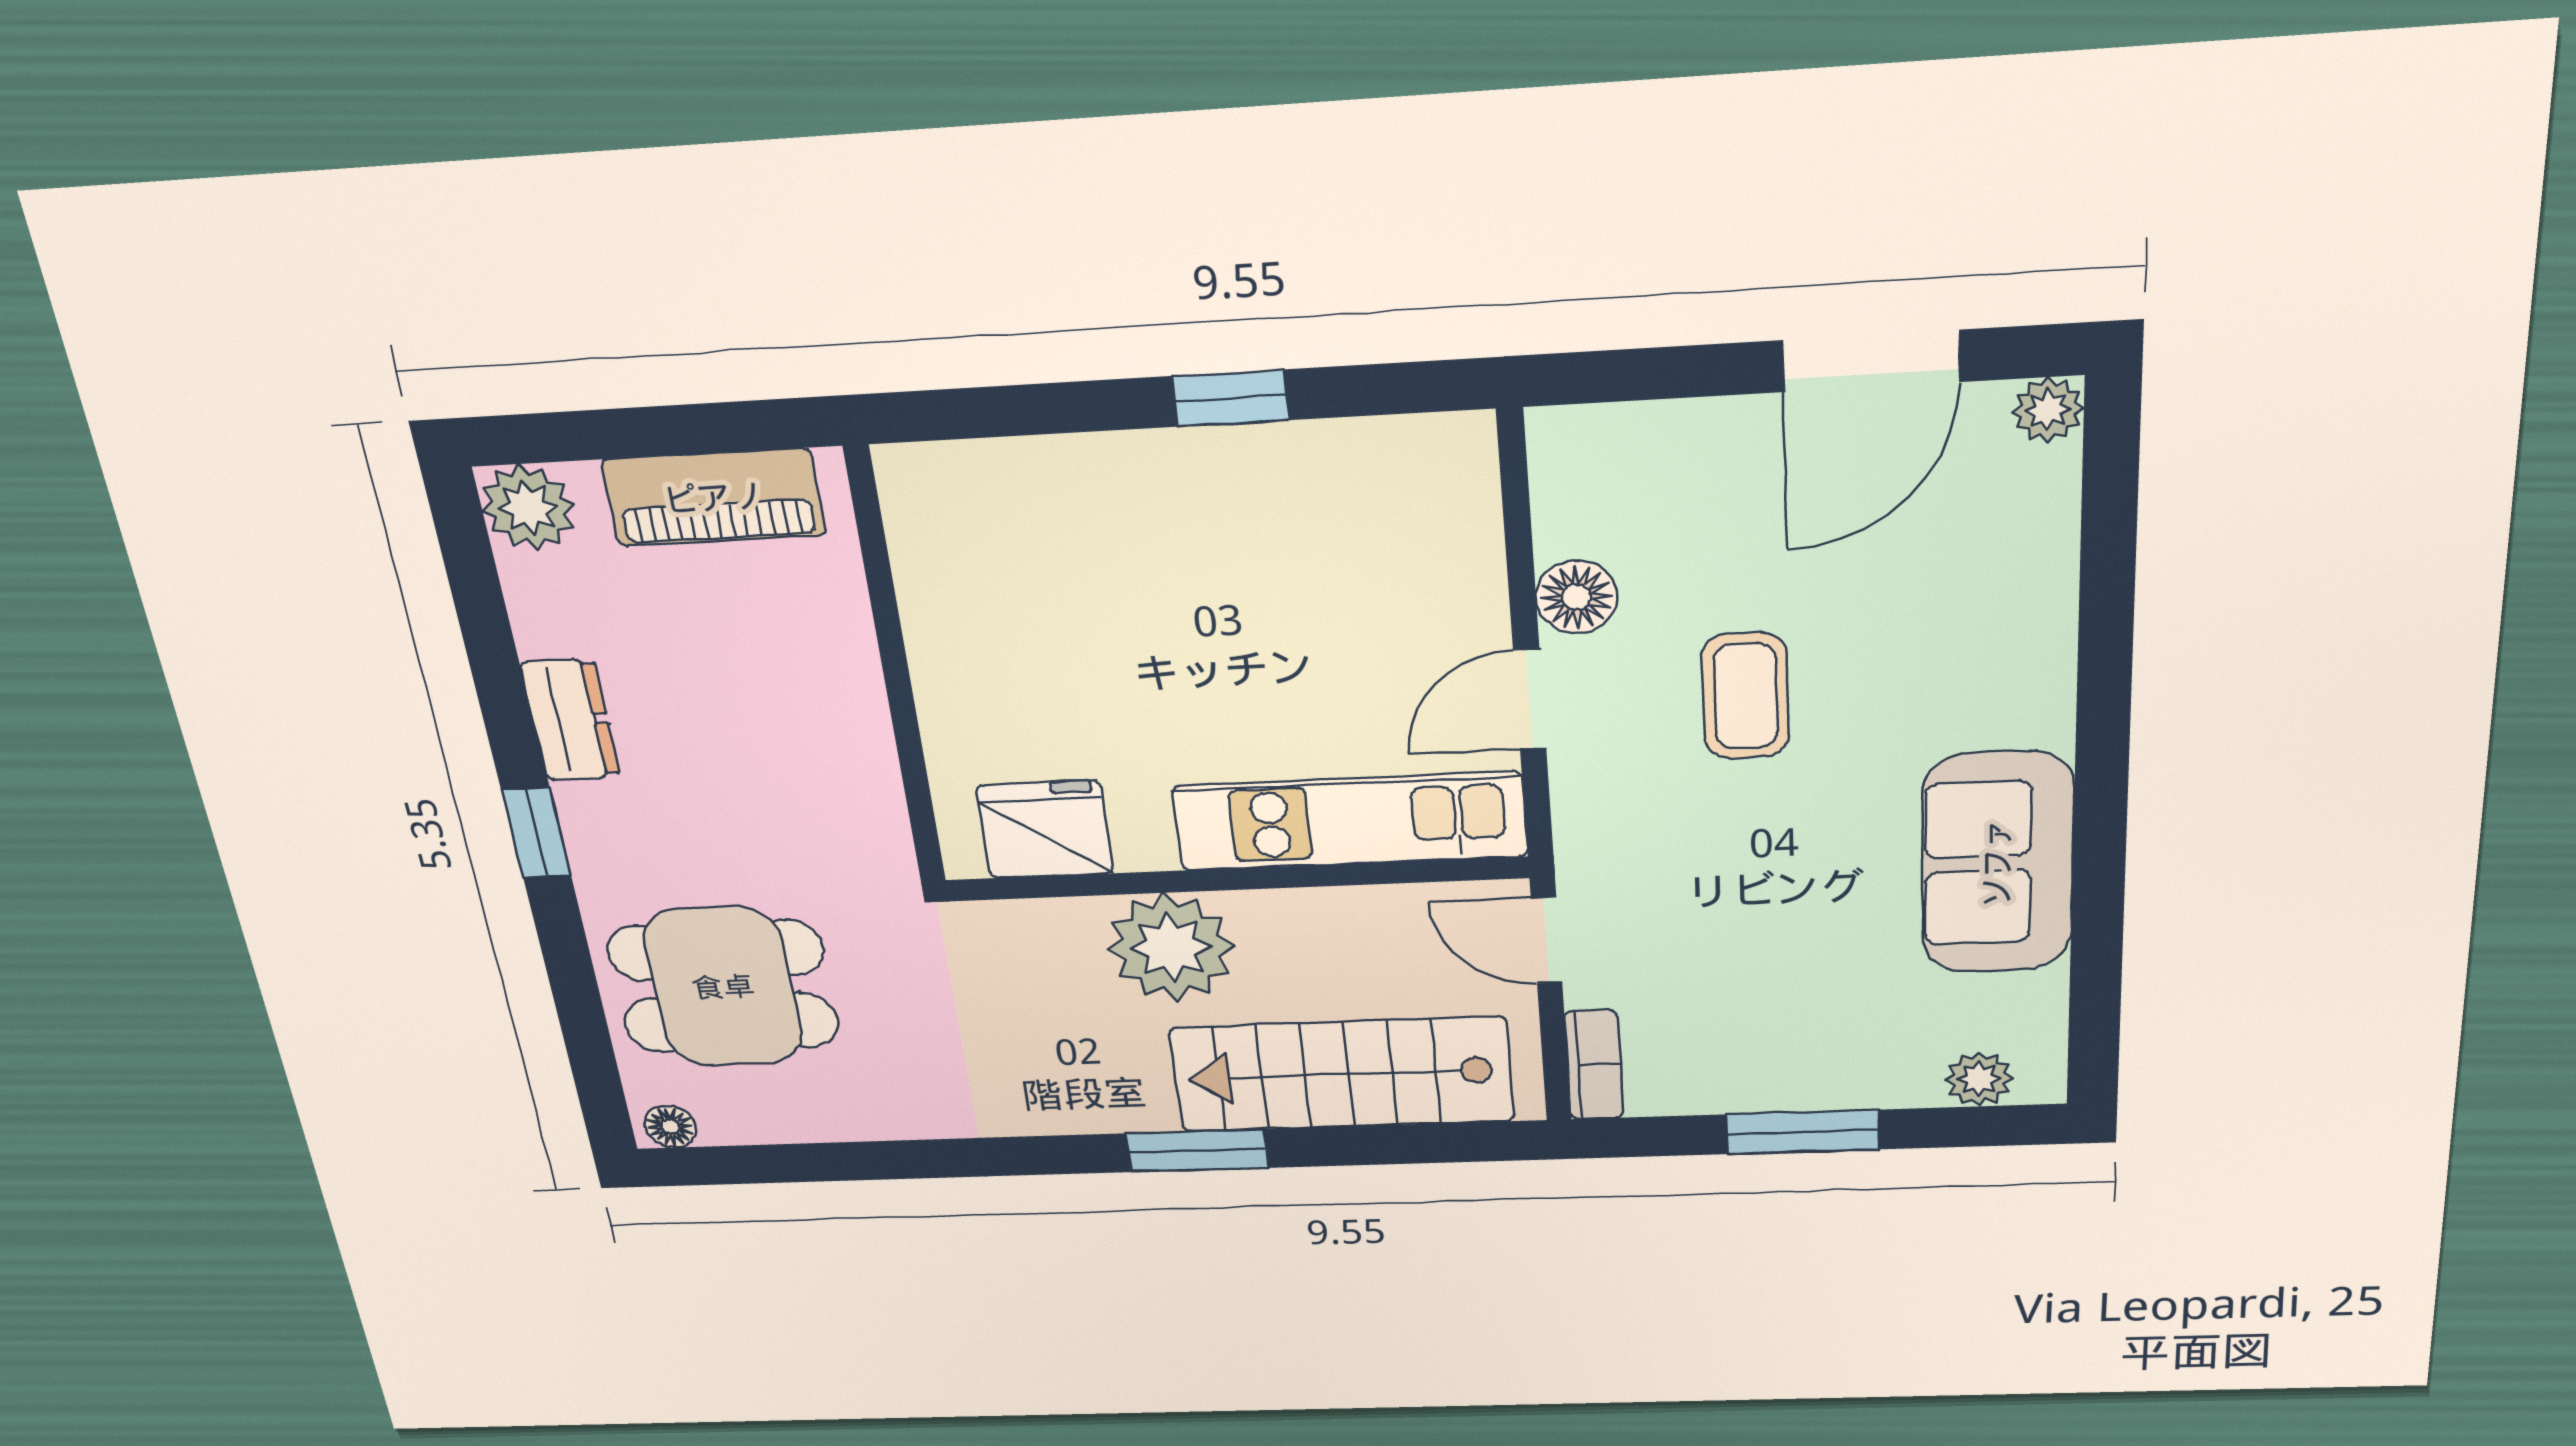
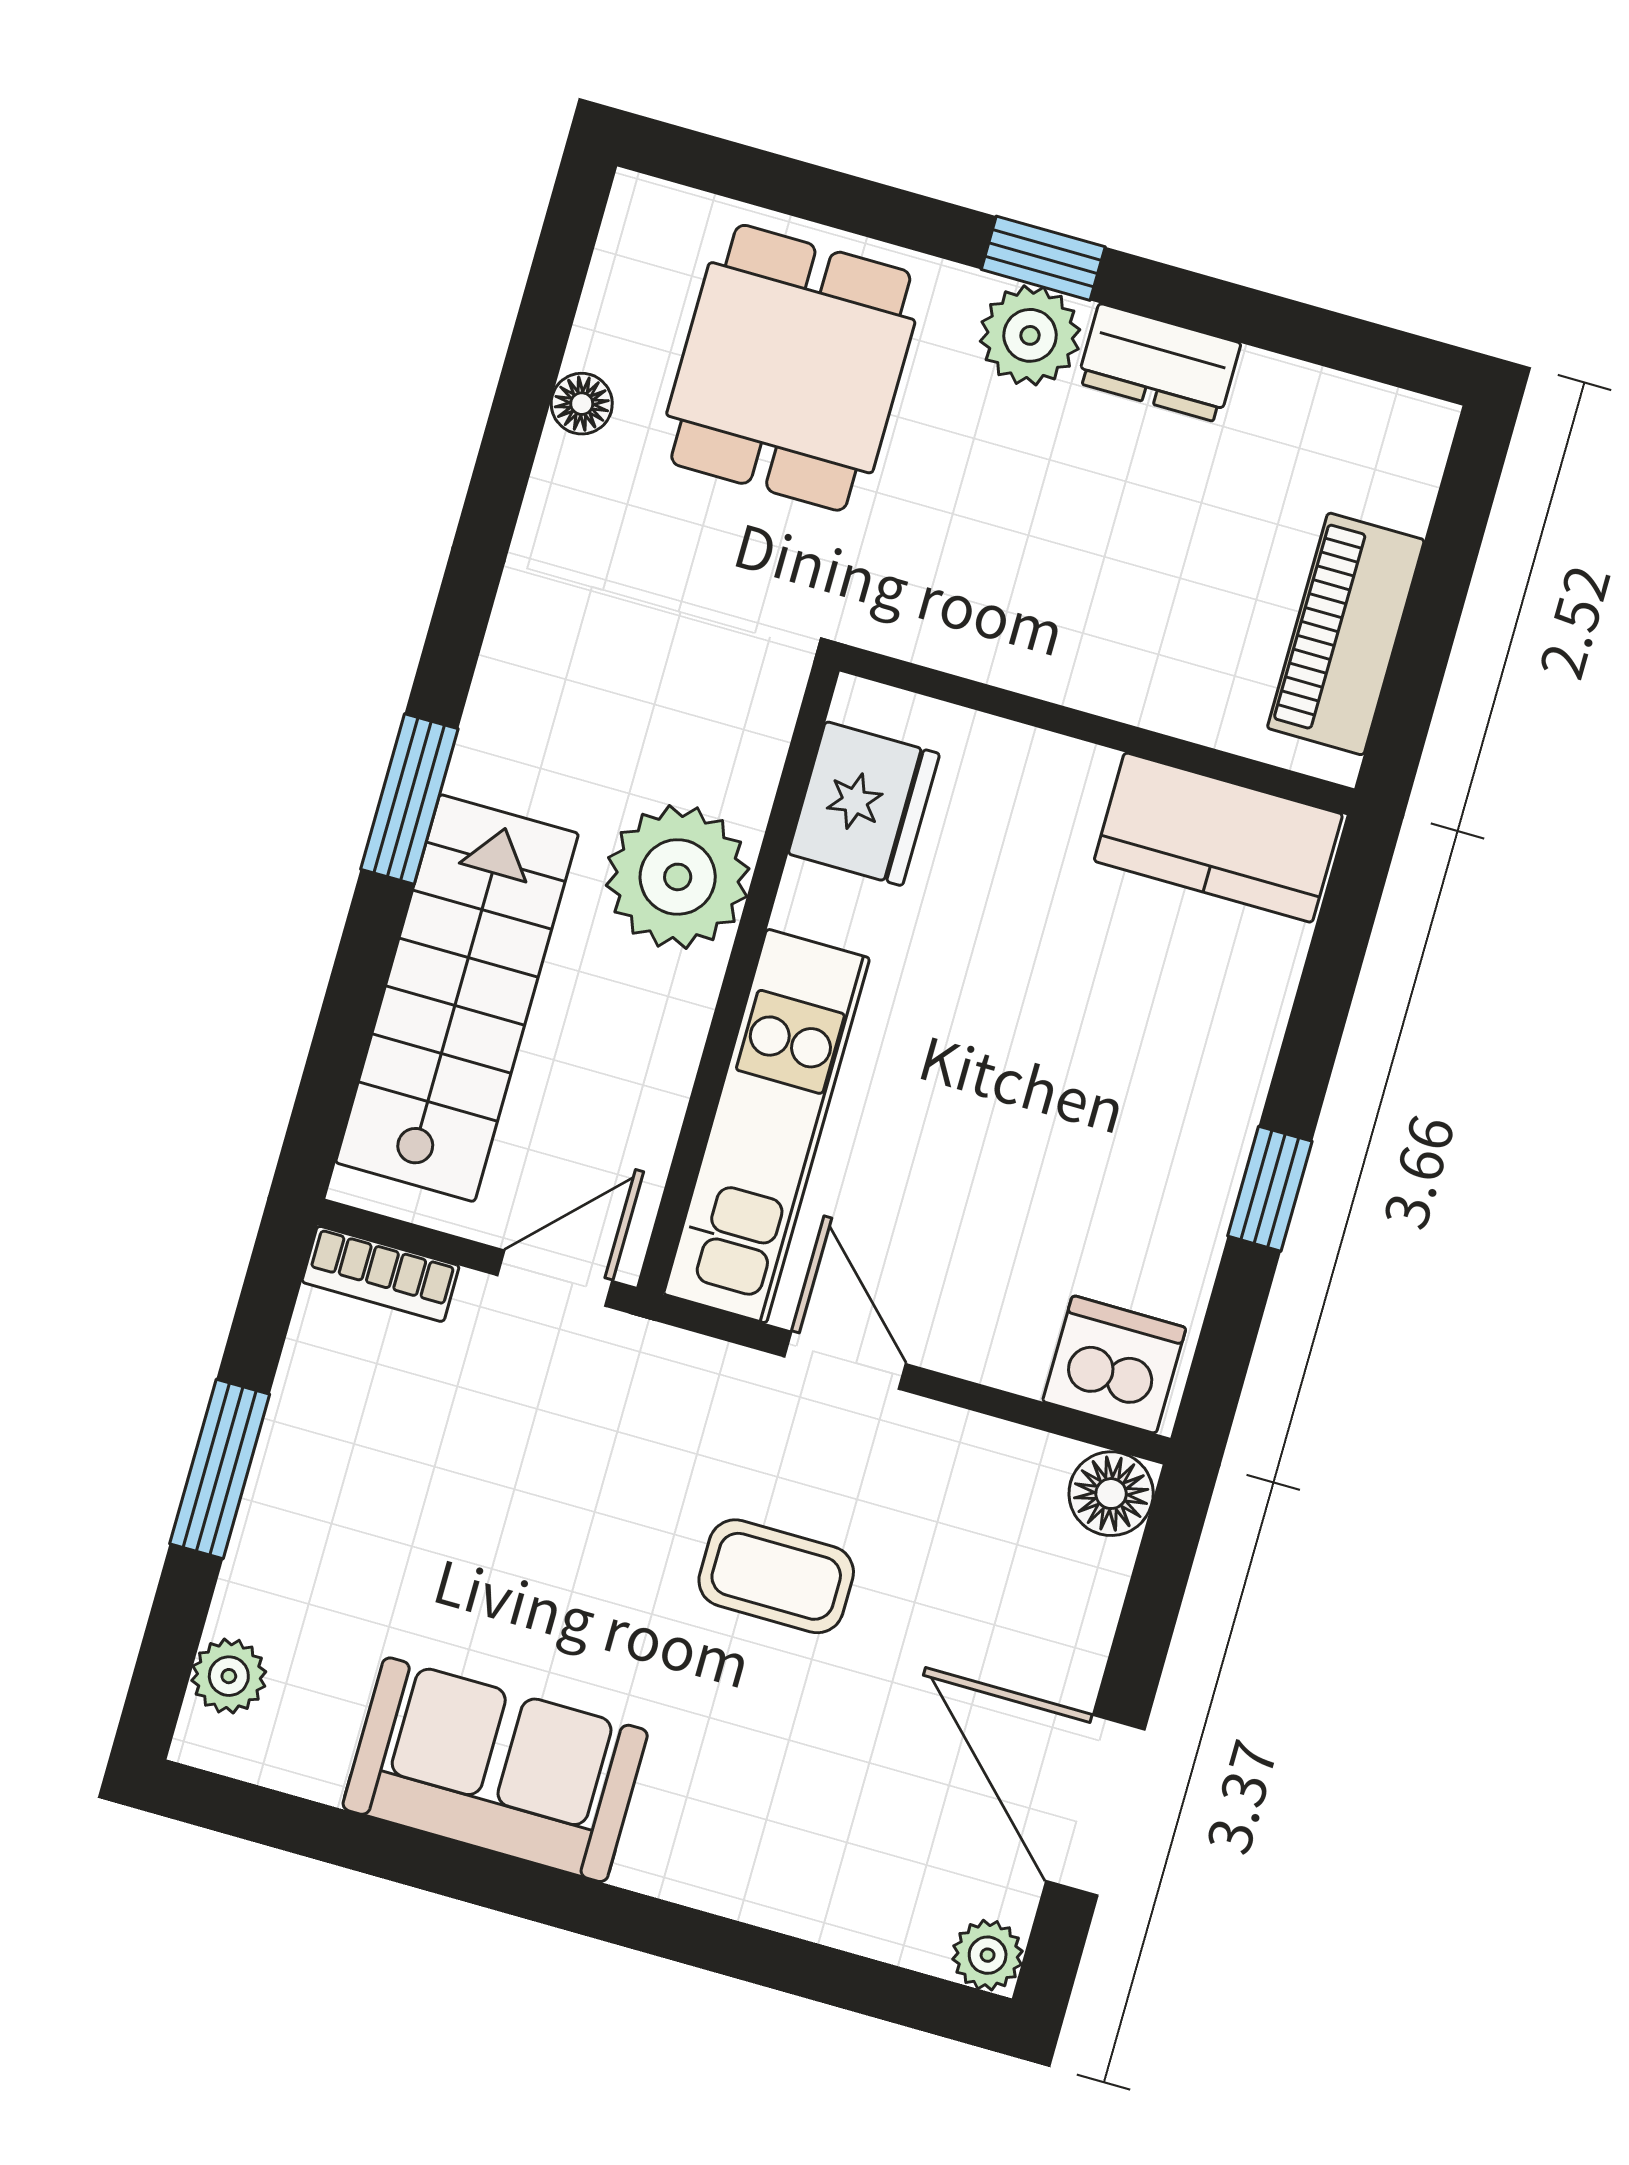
dishwasher: (1446, 479) -> (1114, 1364), added
plant: (528, 508) -> (1030, 335), moved
kitchen counter: (940, 544) -> (1218, 838), added
floor lamp: (1577, 597) -> (1111, 1494), moved
floor lamp: (670, 1126) -> (582, 404), moved

